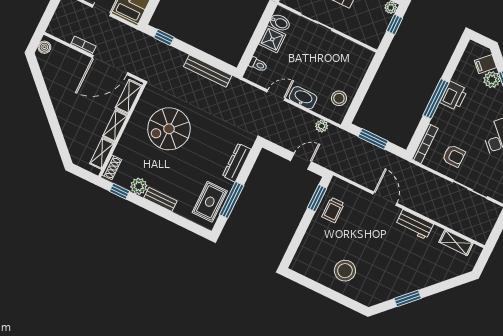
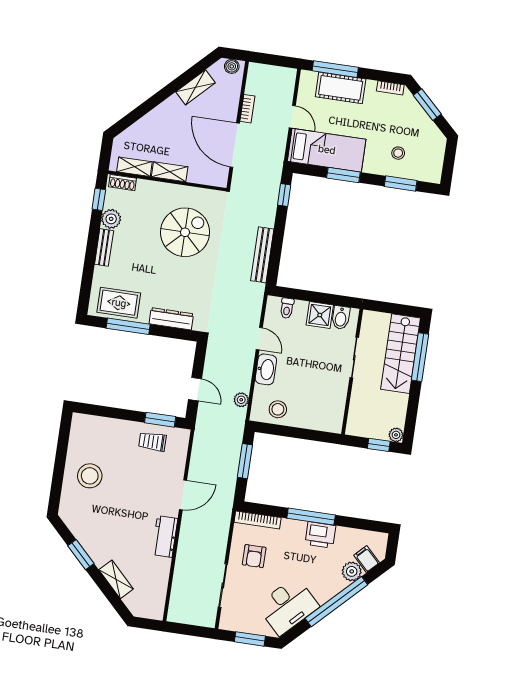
shelving: (129, 97) -> (195, 87), moved, turned -45
spiral stairs: (169, 129) -> (185, 232), turned 90
shelving: (456, 243) -> (116, 579), moved, turned -45

